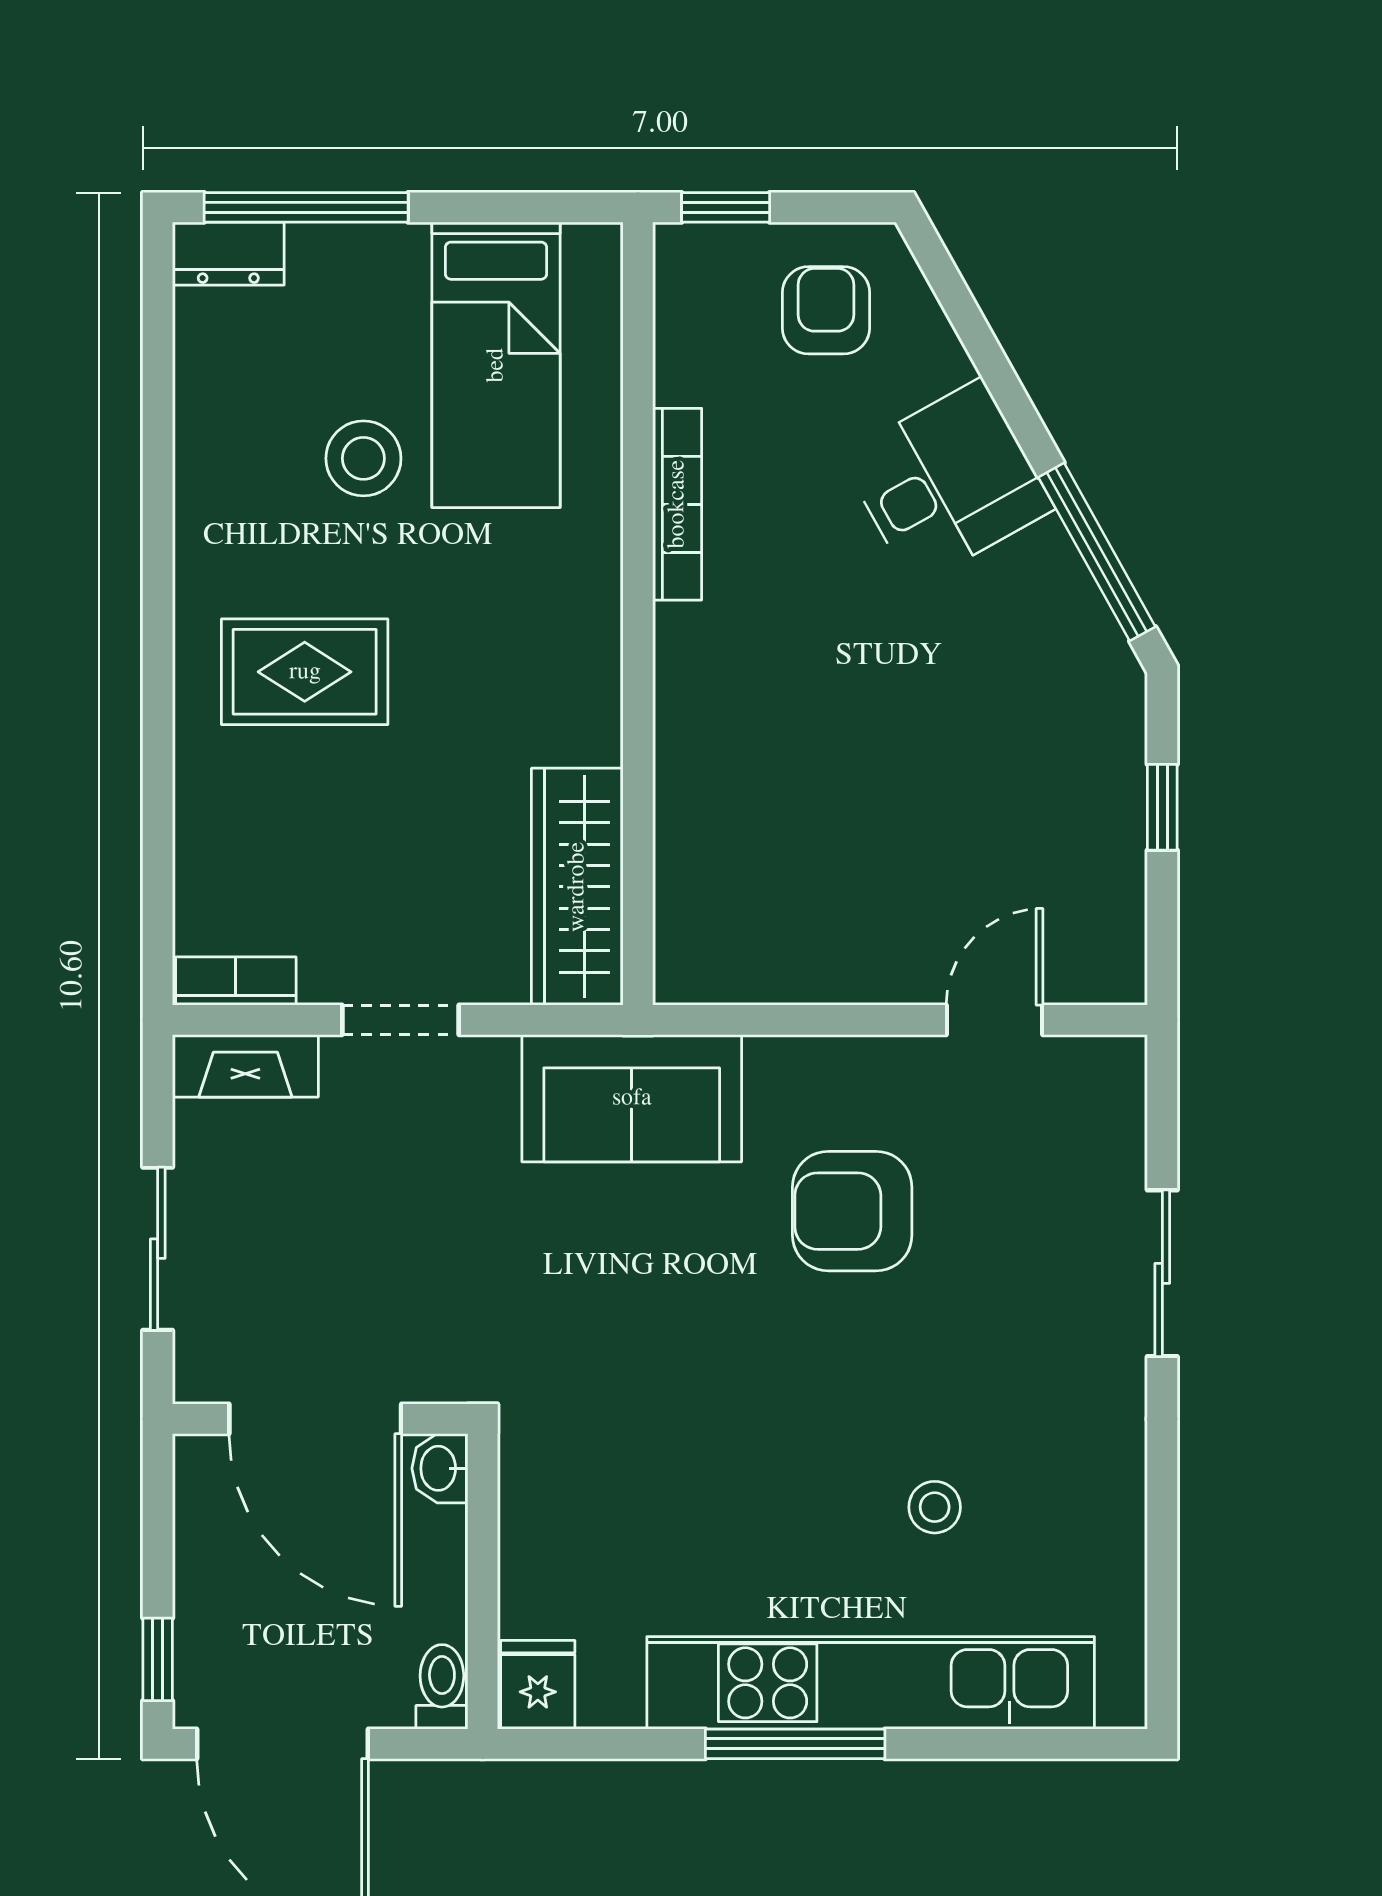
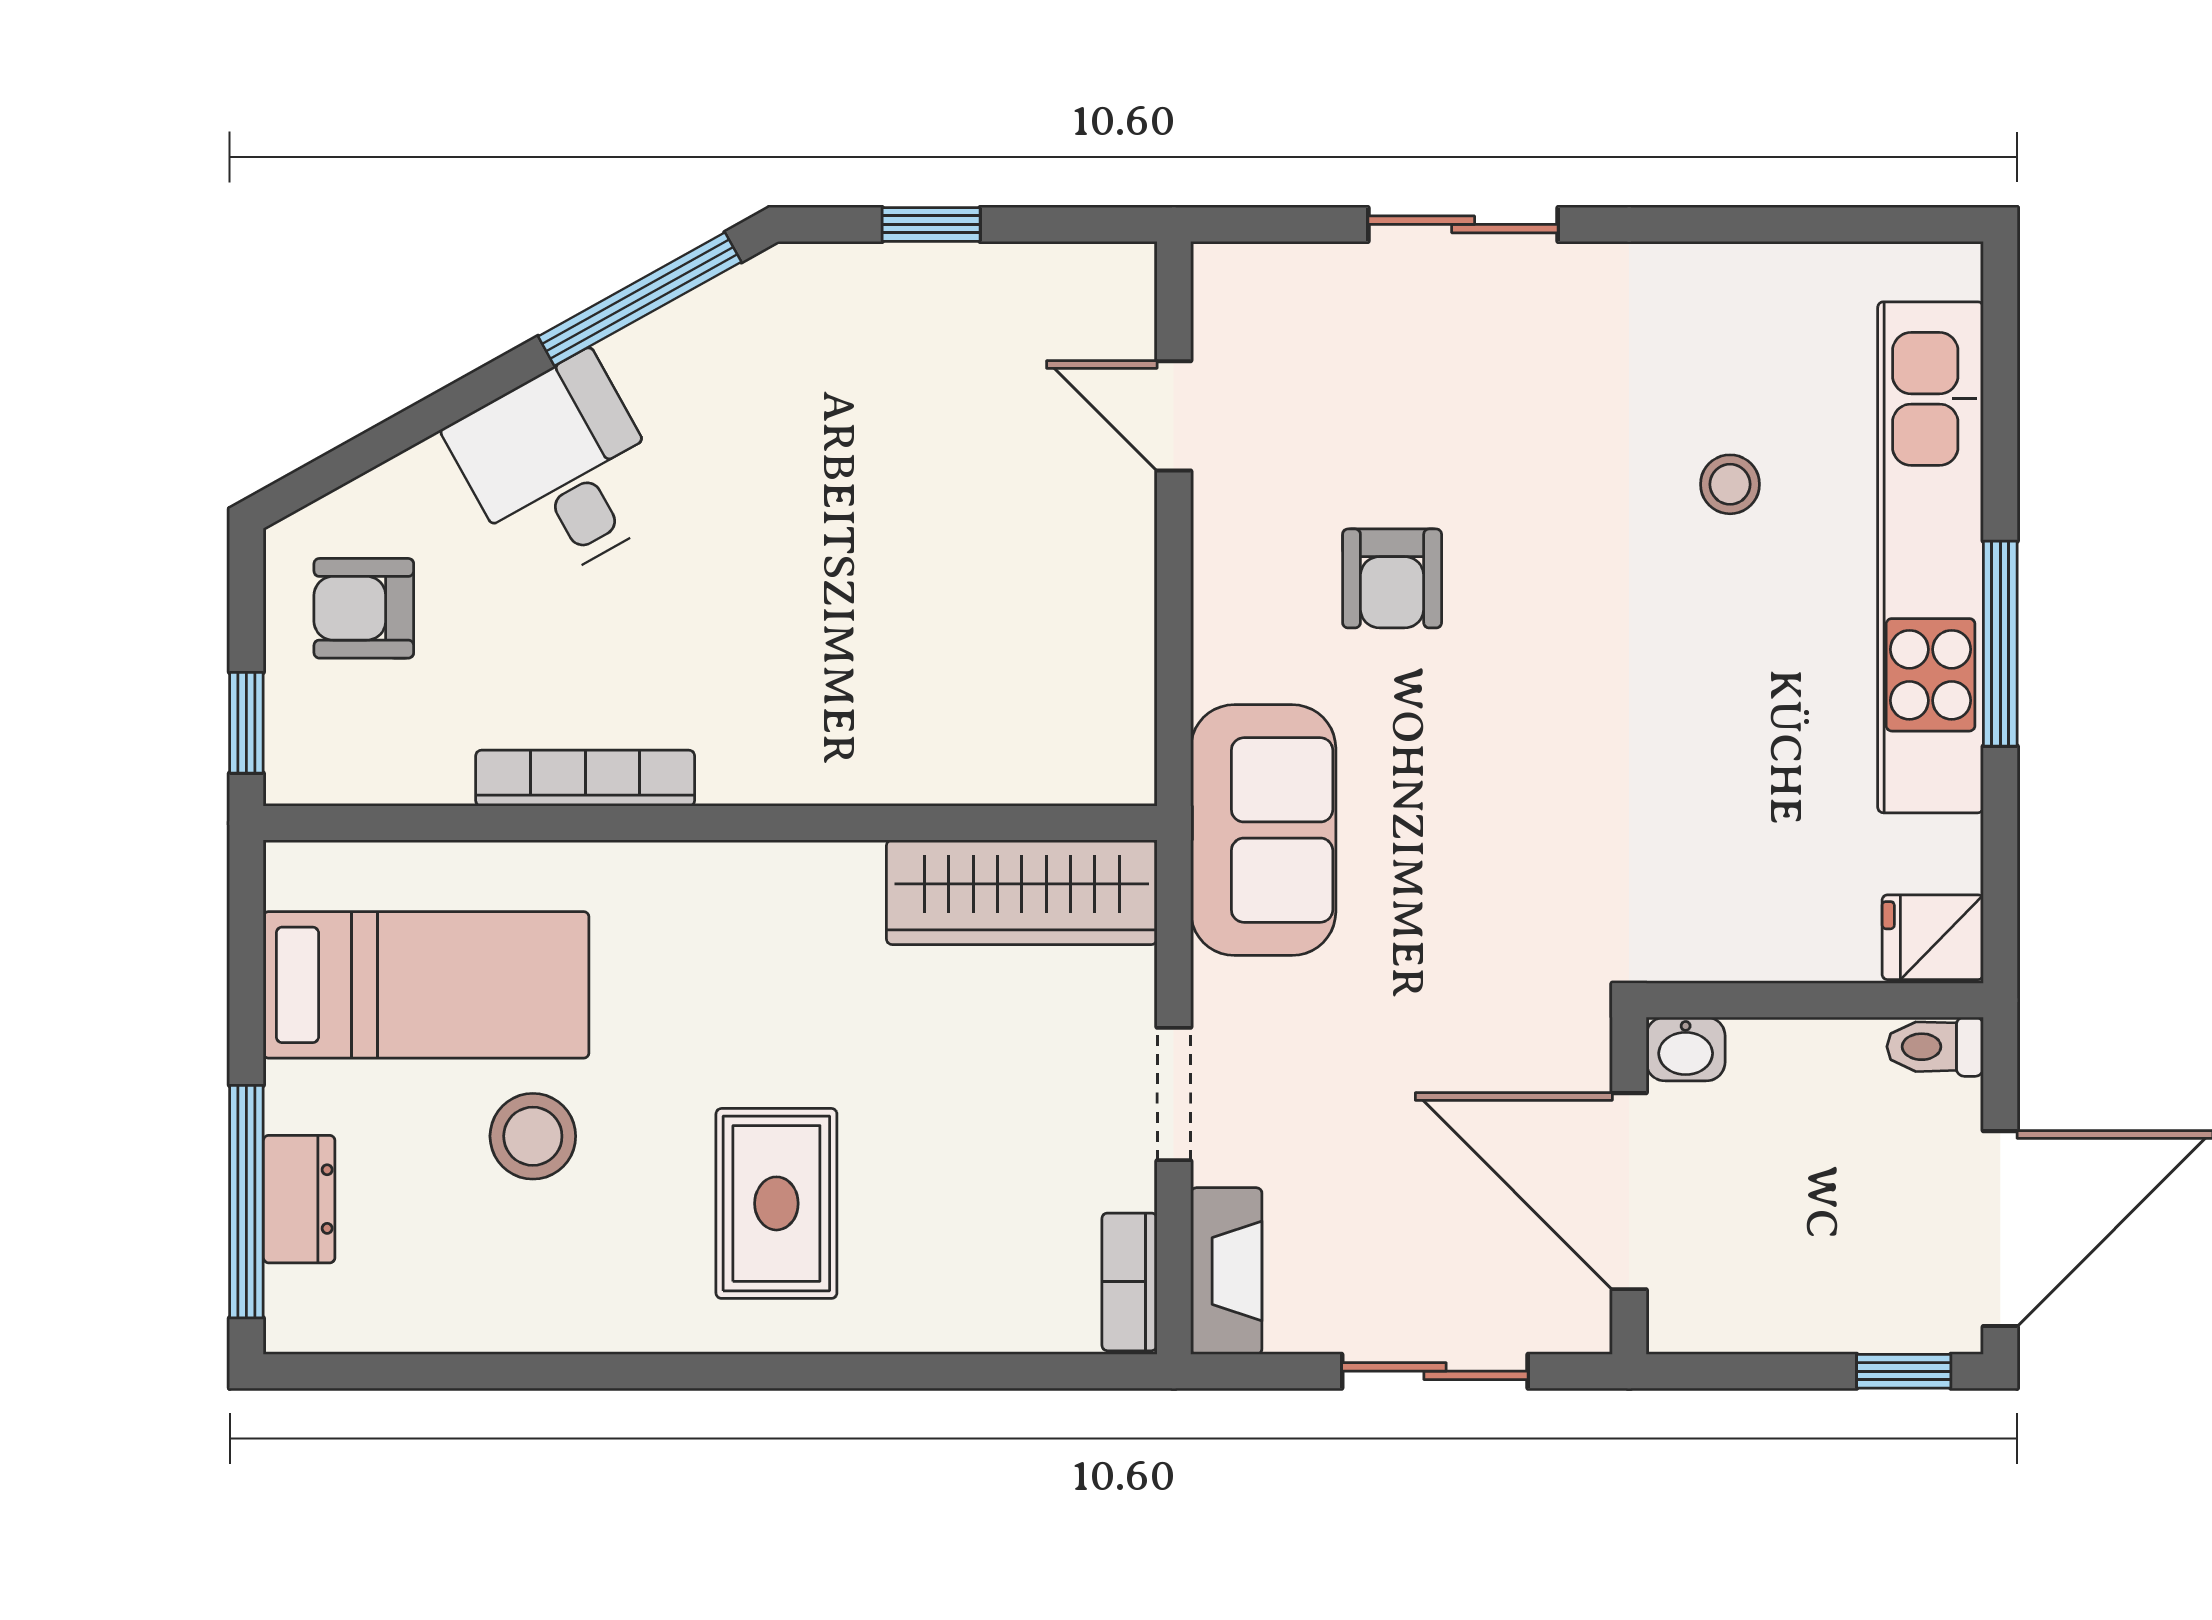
dresser: (228, 254) -> (299, 1199), moved
armchair: (852, 1211) -> (1392, 578), width x0.72, depth x0.72
door: (315, 1419) -> (1629, 1191), swing flipped

